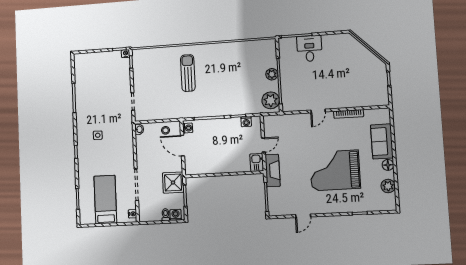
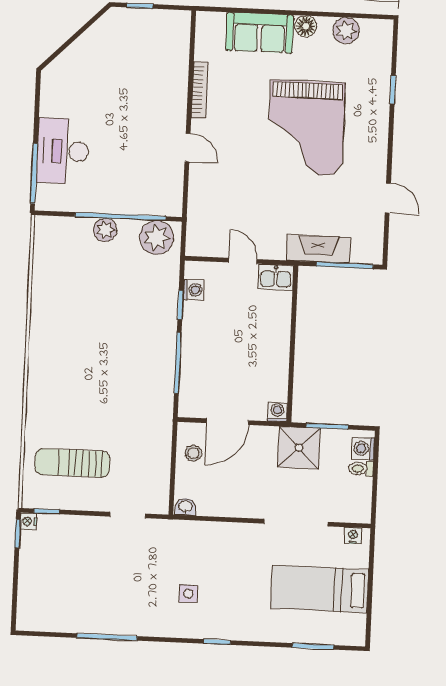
desk: (309, 49) -> (63, 151), width x1.37
sun lounger: (188, 73) -> (72, 463), moved
washing machine: (188, 128) -> (277, 412), moved
fireplace: (273, 171) -> (319, 249), moved

